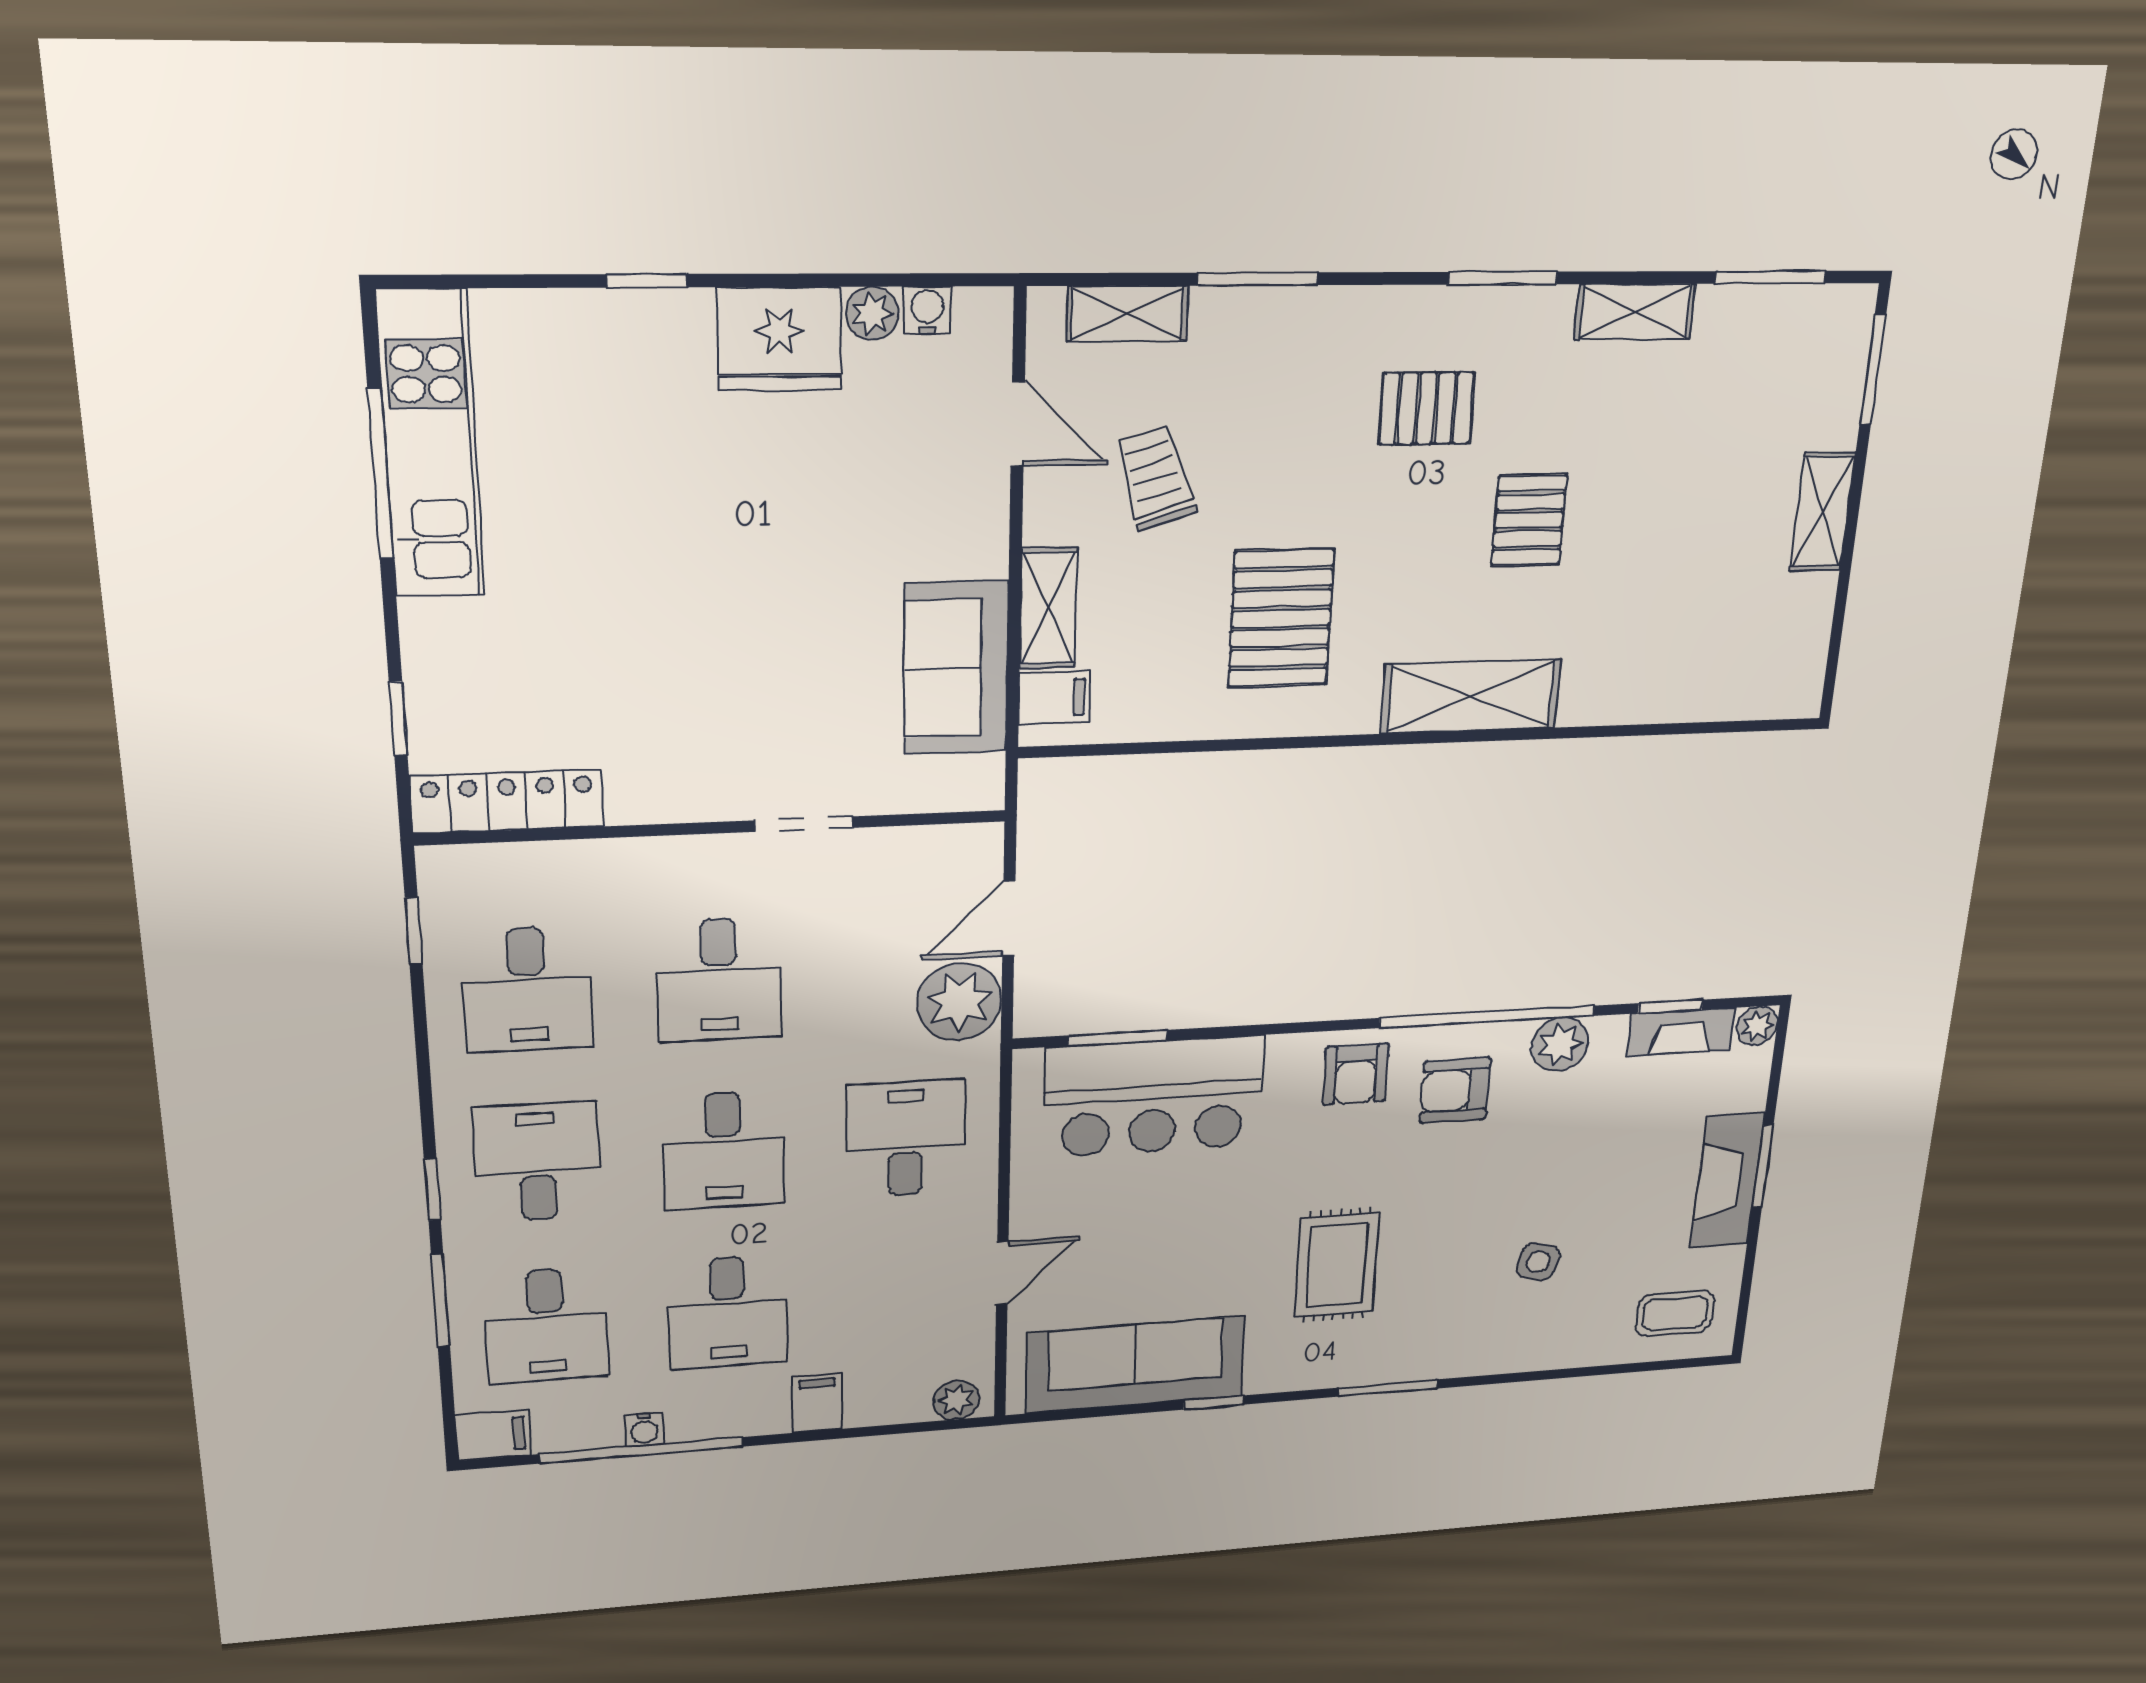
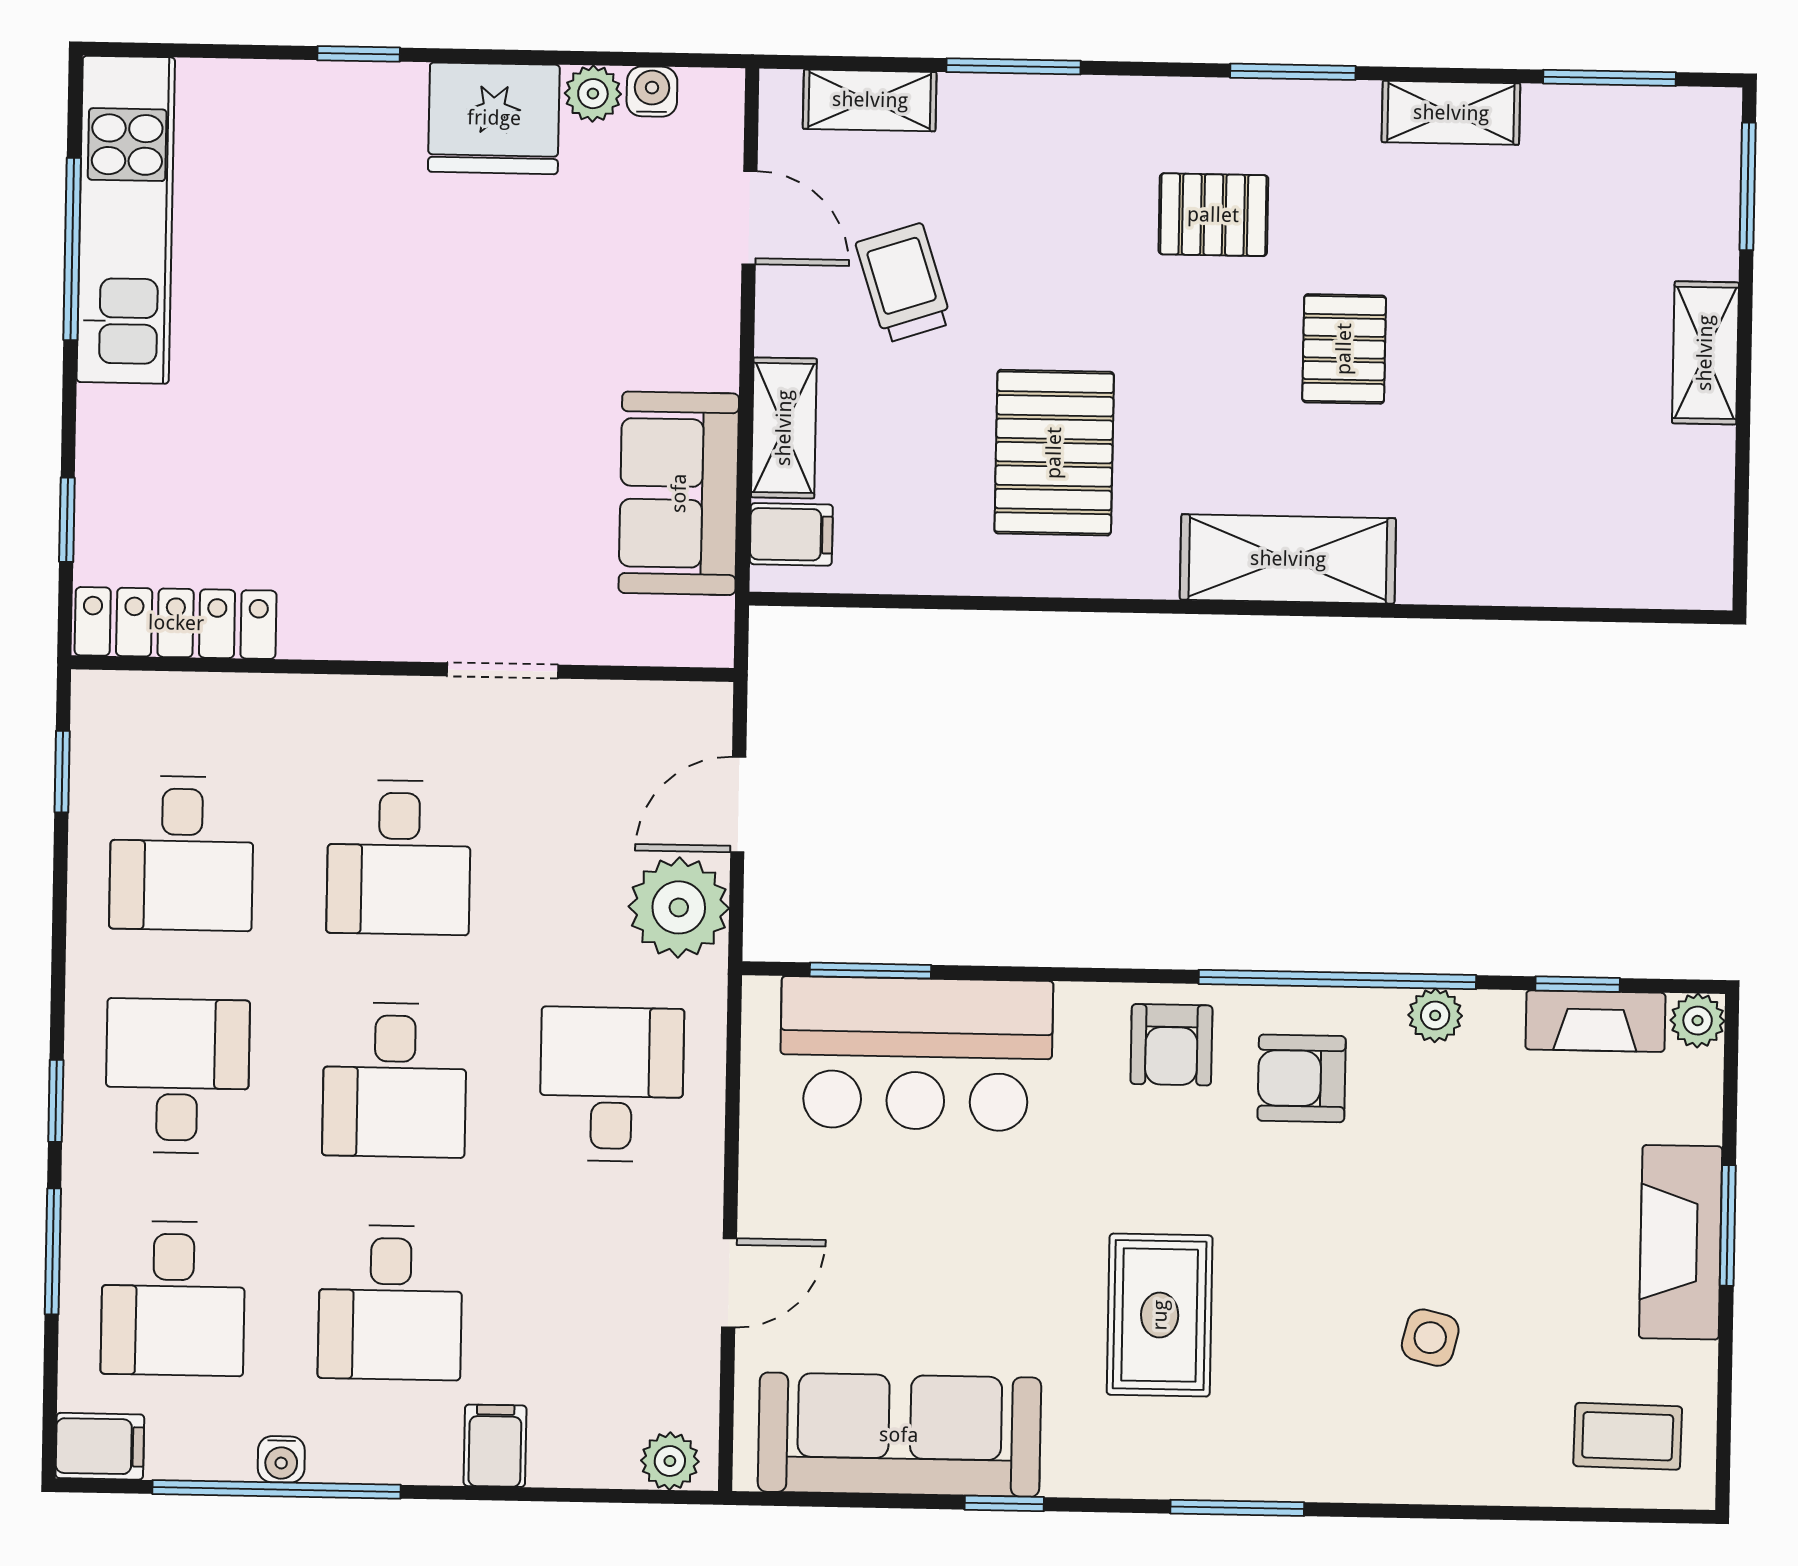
plant: (1560, 1044) -> (1435, 1015), width x0.73, depth x0.73

